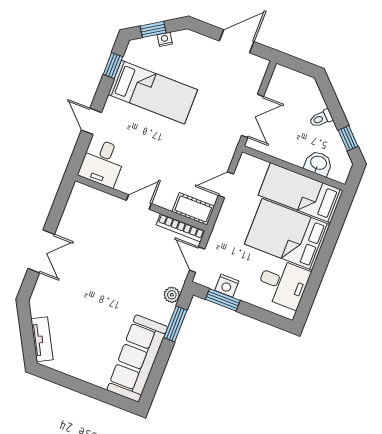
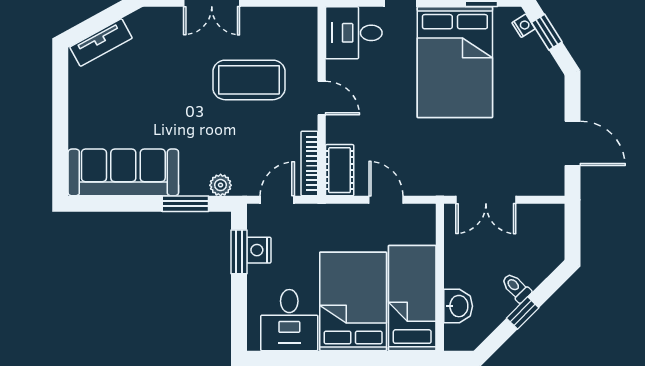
nightstand: (165, 39) -> (523, 26), moved
bed: (153, 92) -> (455, 62), width x1.50
window: (348, 138) -> (523, 313), moved
coffee table: (107, 247) -> (249, 80), added

